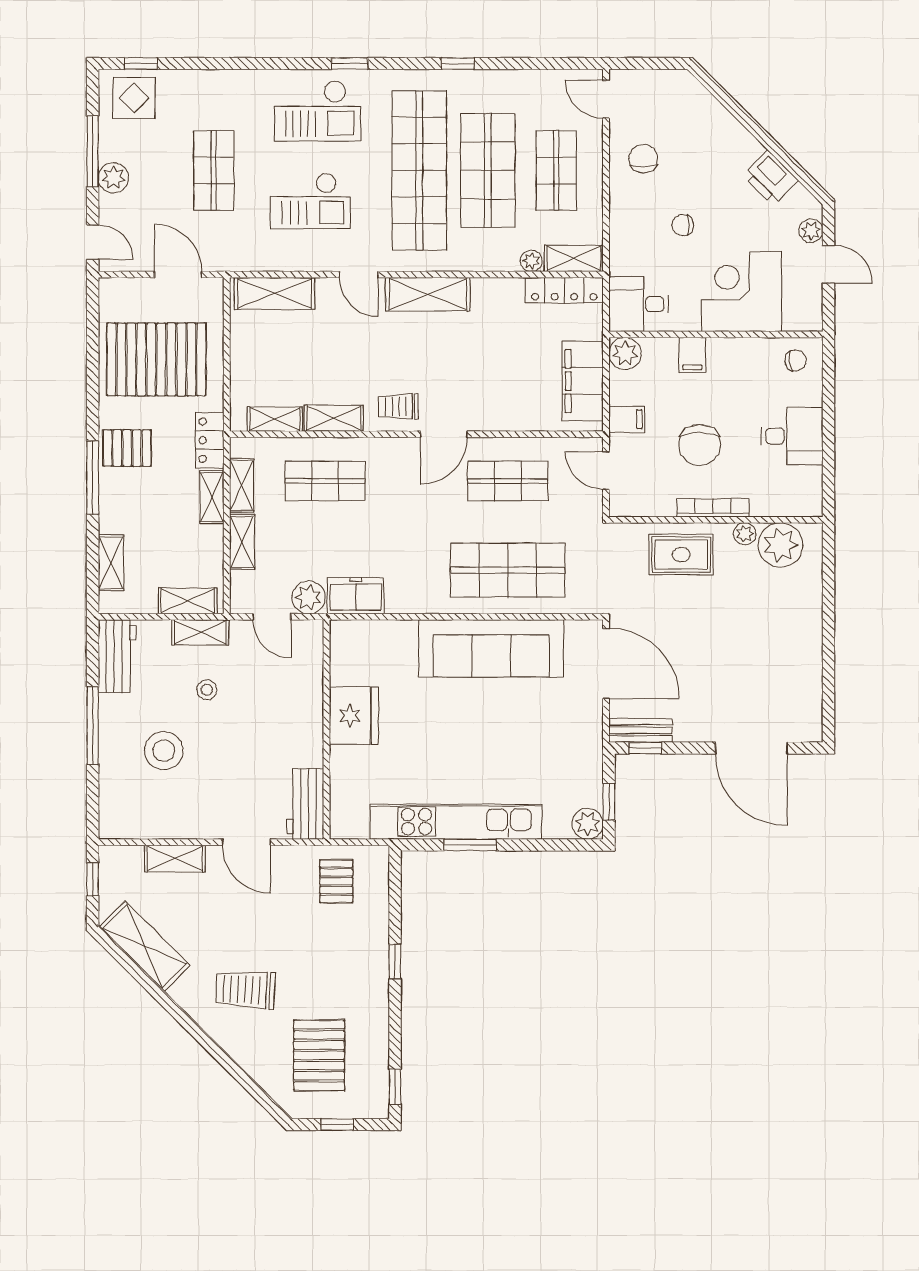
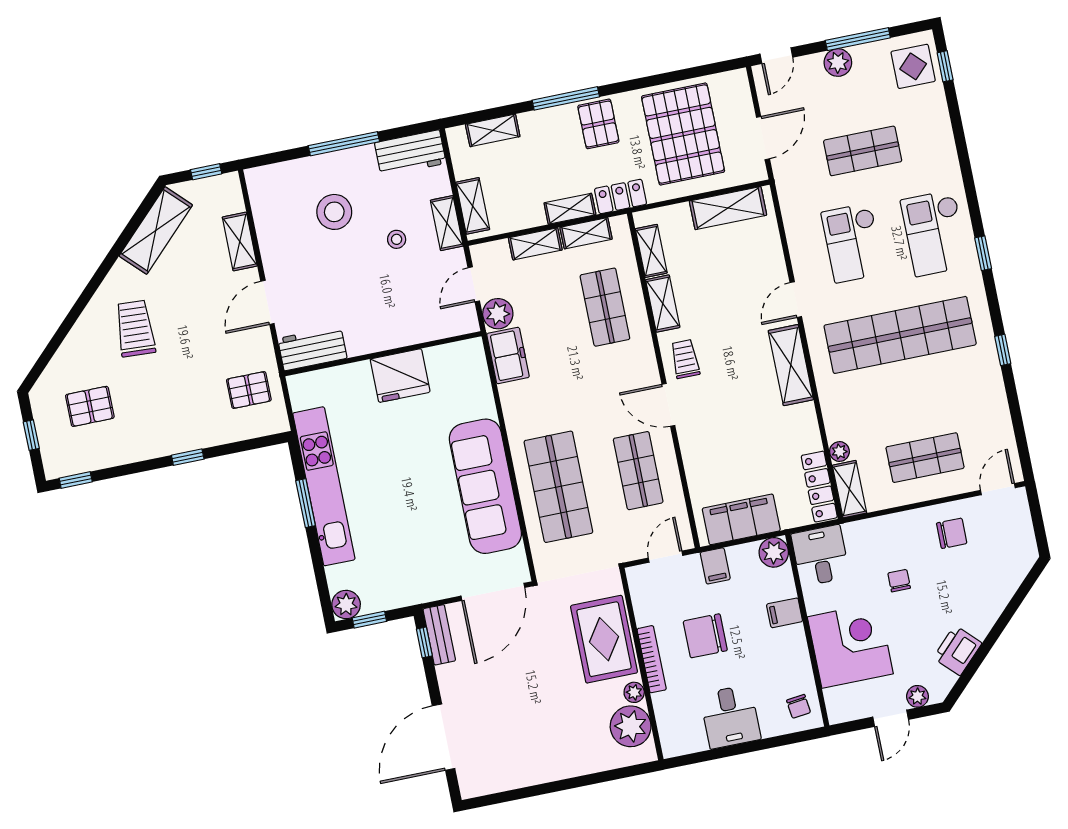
shop shelf: (488, 170) -> (913, 396), removed
shelving: (275, 293) -> (728, 208), moved, turned 90
rug: (681, 555) -> (604, 639), width x1.36, depth x1.43
pallet: (319, 1055) -> (90, 406), width x0.67, depth x0.71

